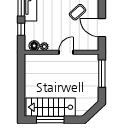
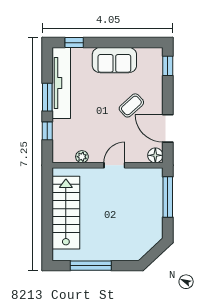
floor lamp: (34, 46) -> (155, 155), moved
stairs: (51, 107) -> (66, 213), moved, turned 90

